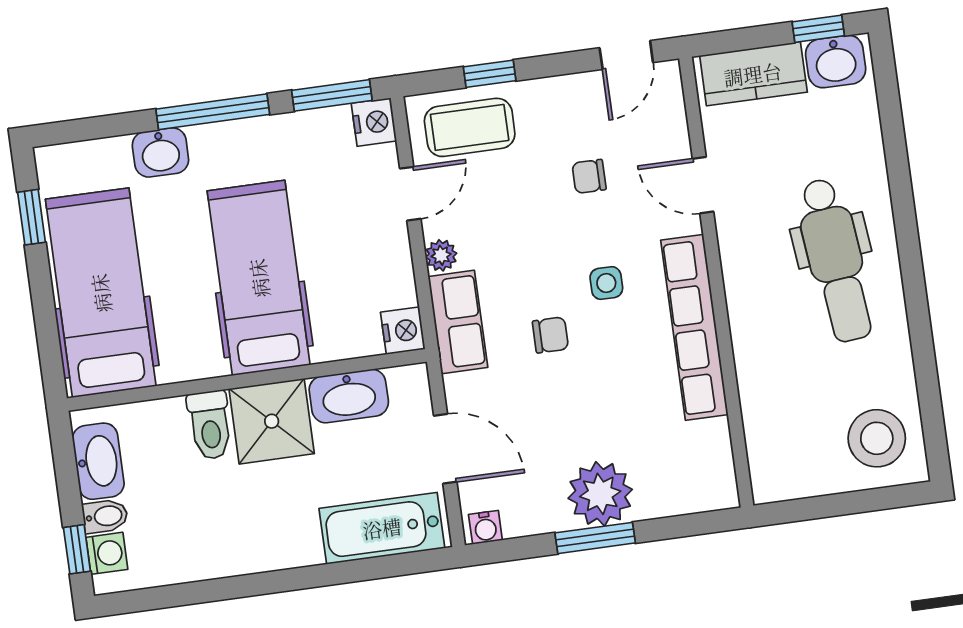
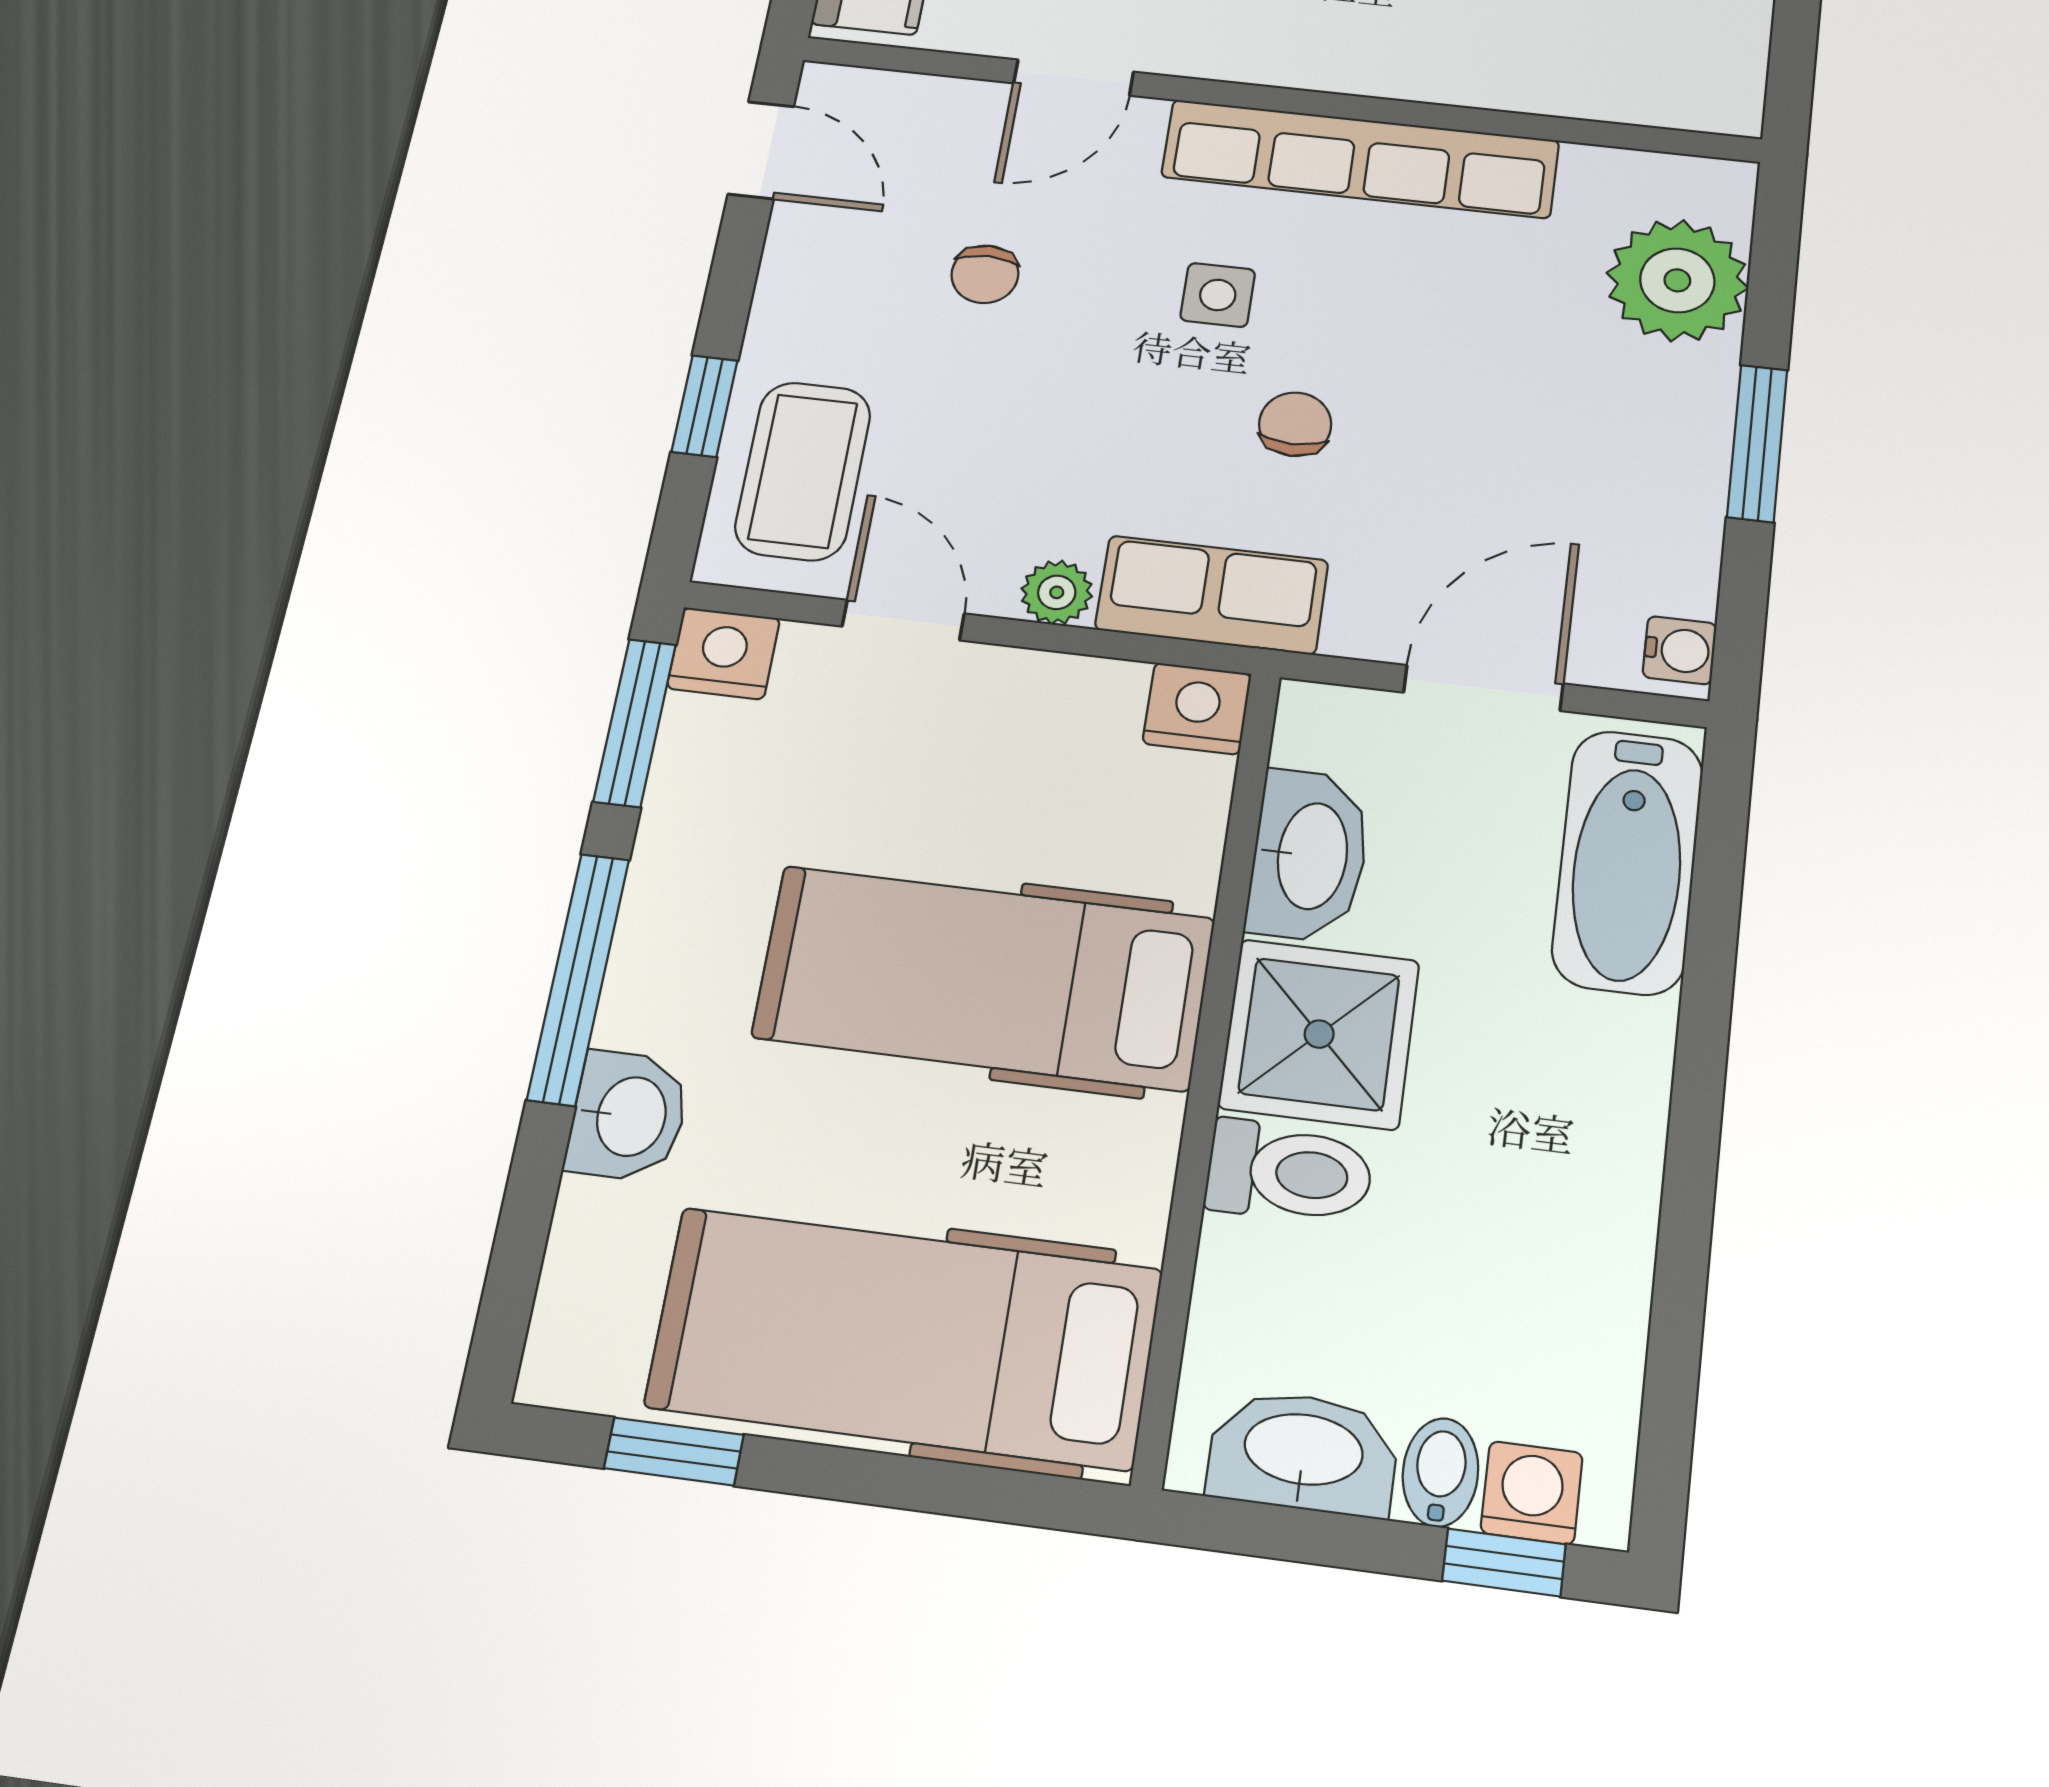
plant: (600, 494) -> (1677, 280), moved

